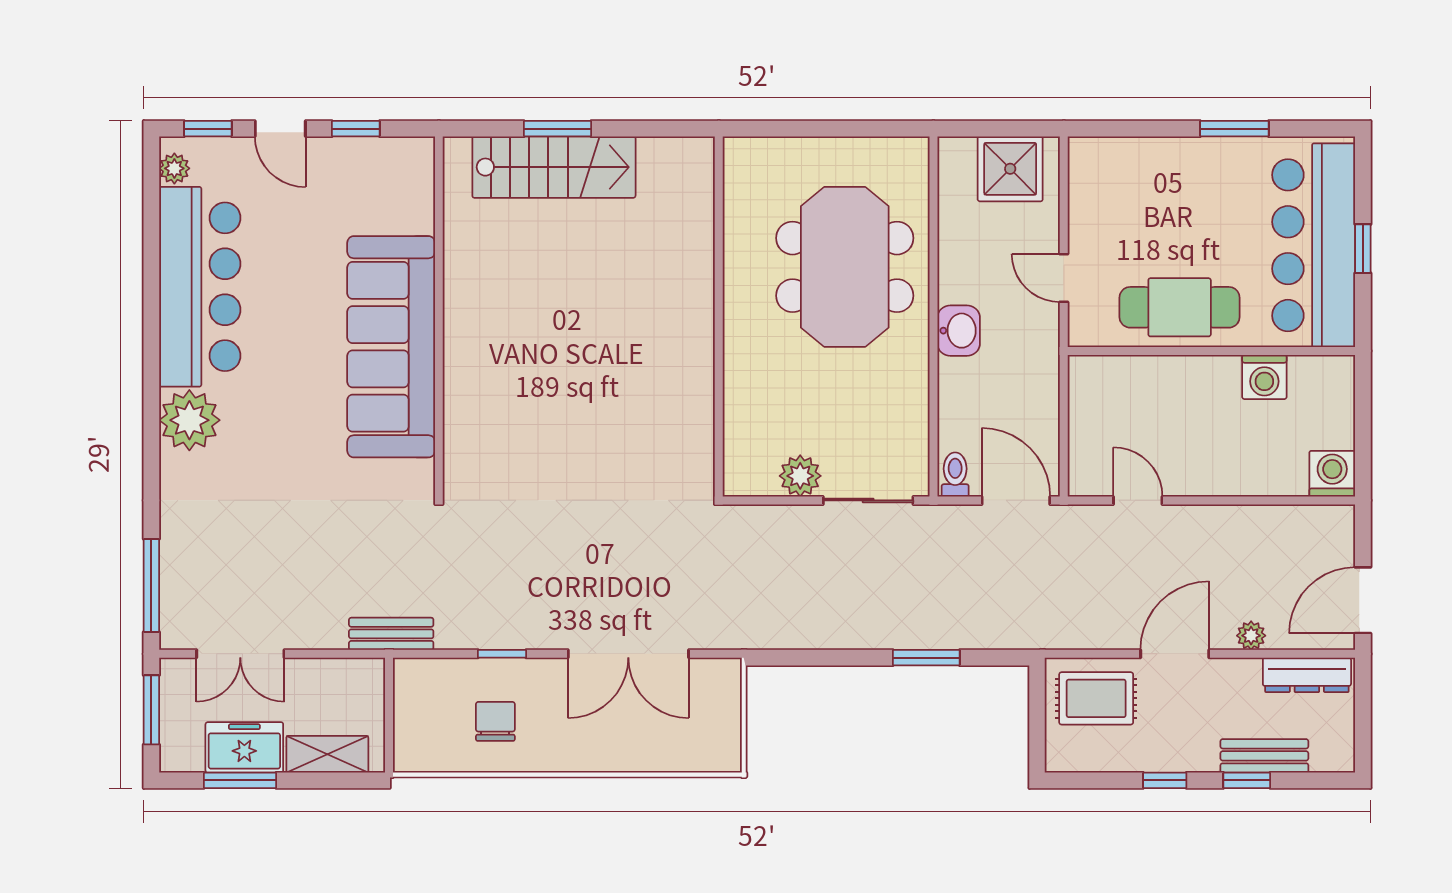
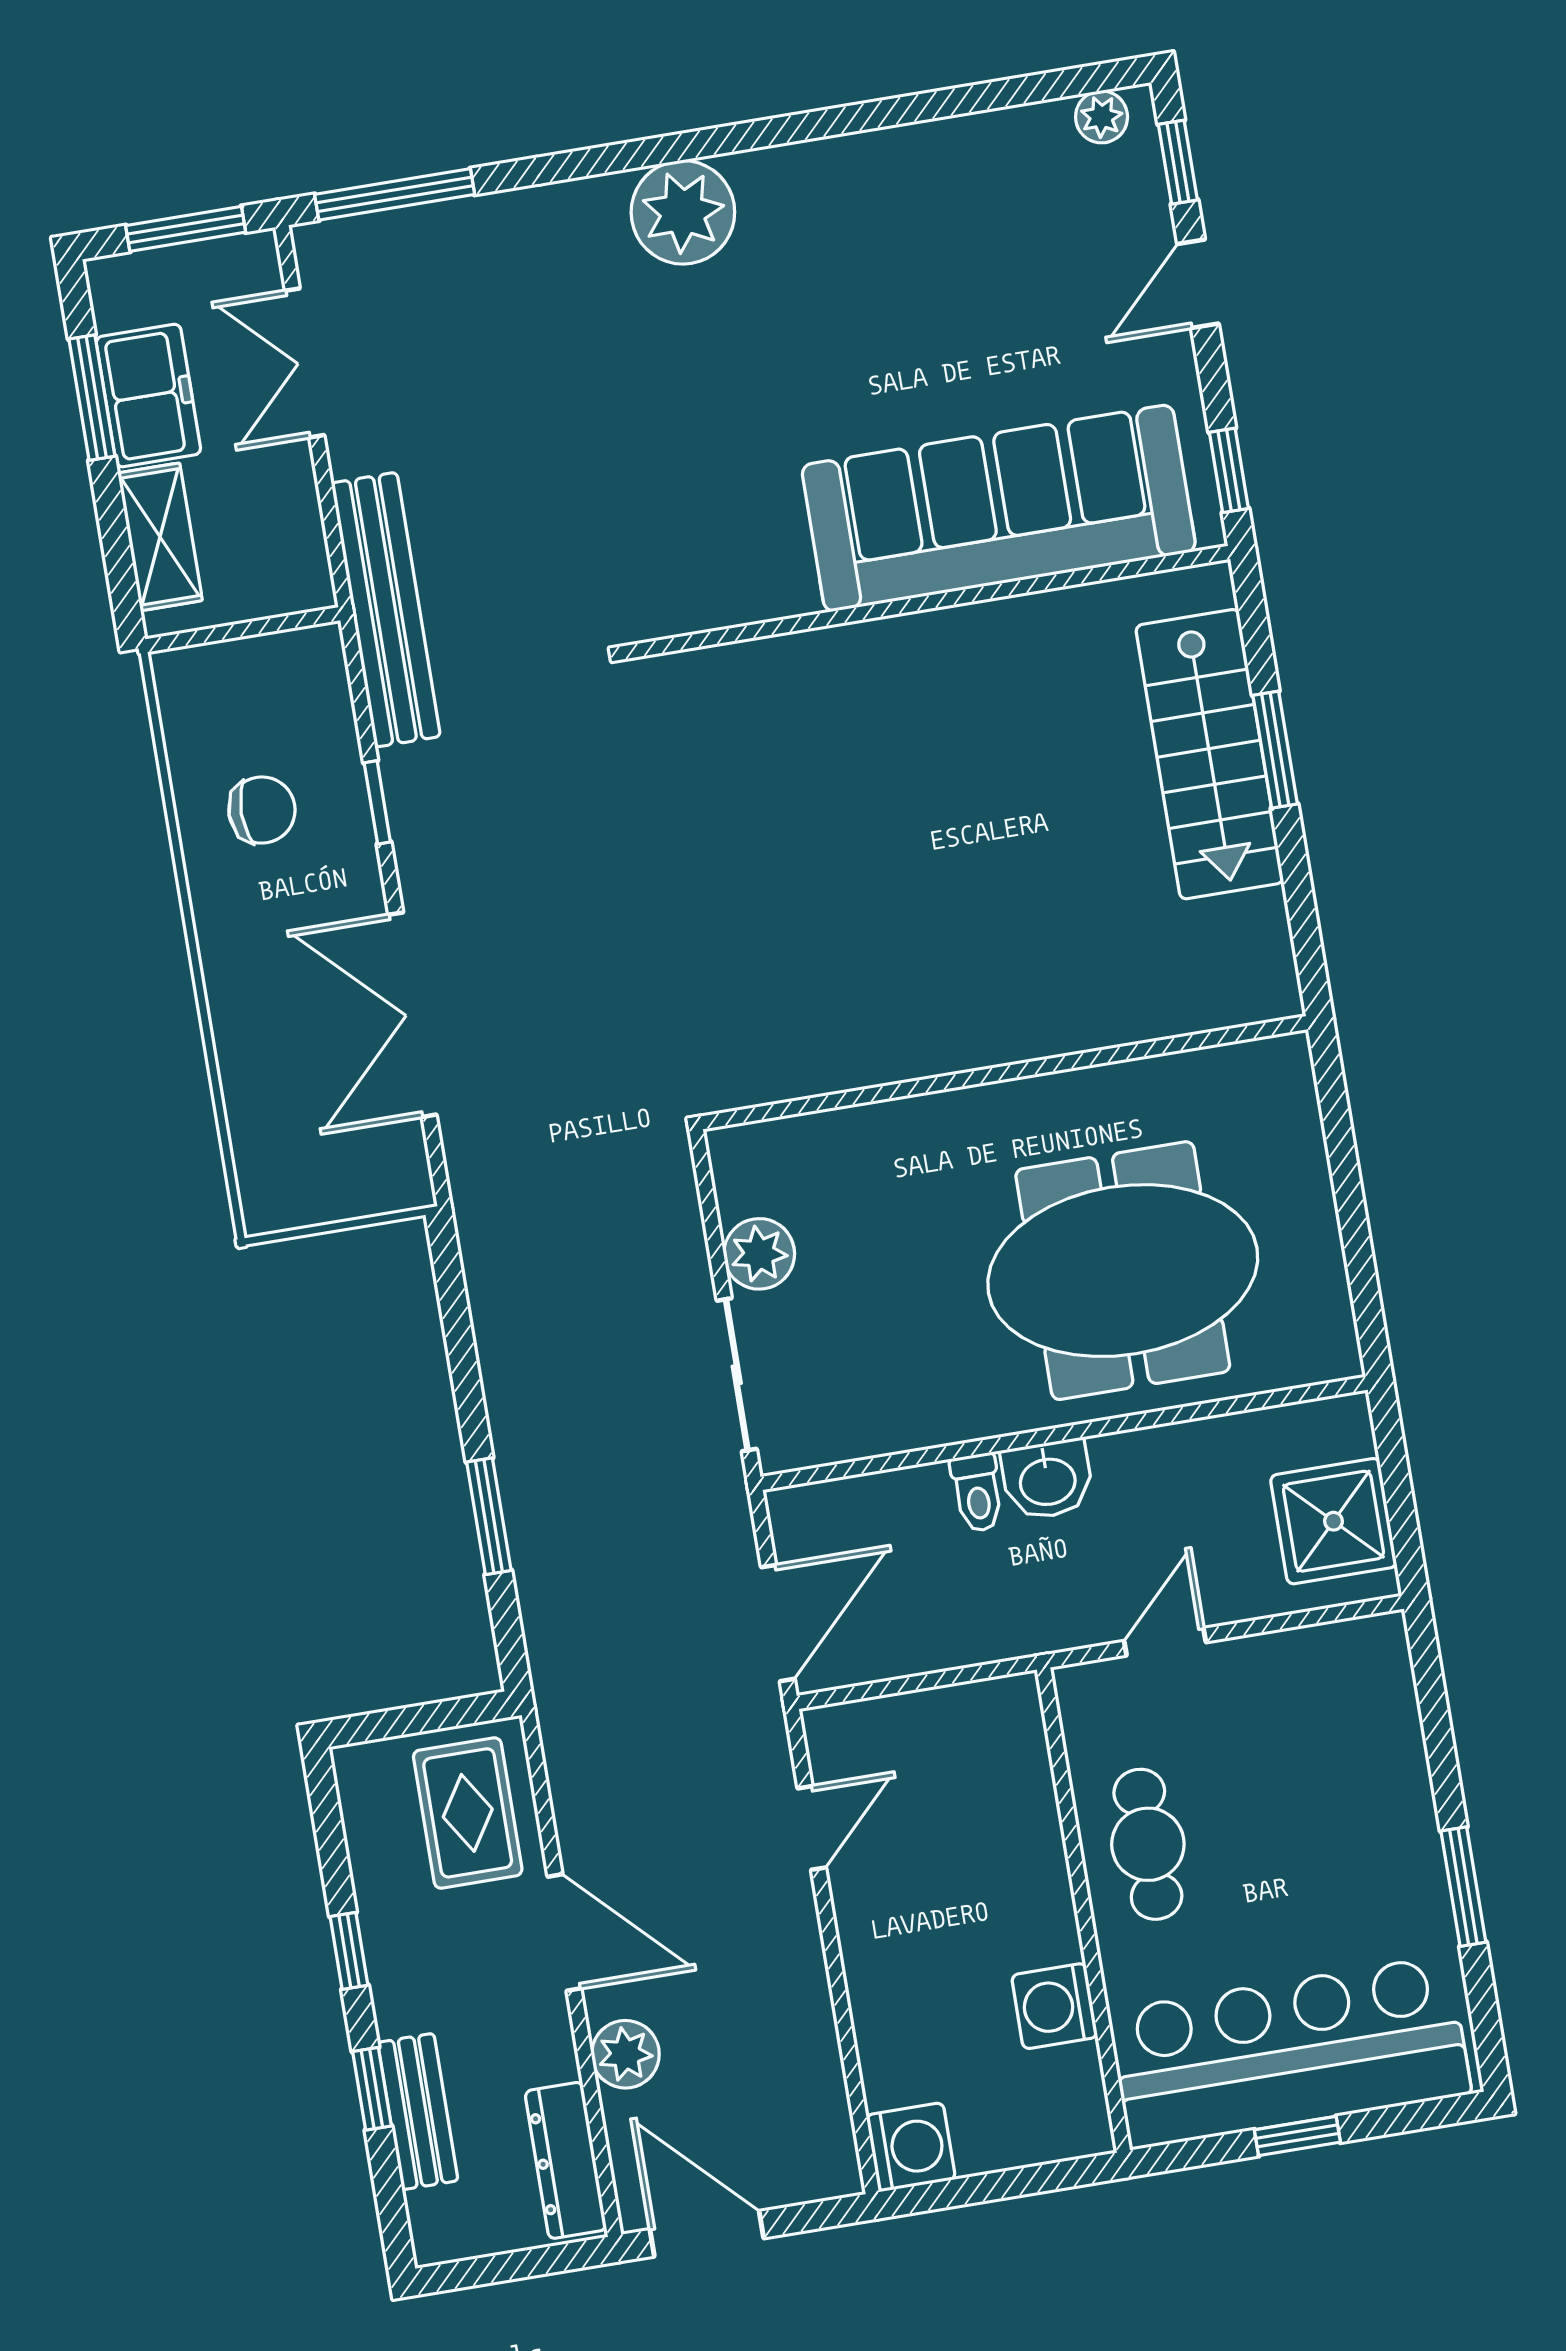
window: (356, 129) -> (1229, 470), moved
bar counter: (200, 287) -> (910, 193), removed
cafe table: (1180, 307) -> (1148, 1844), width x0.73, depth x0.74
sofa: (391, 347) -> (999, 508), moved
toilet: (955, 475) -> (977, 1493), moved, turned 90
bench: (391, 634) -> (386, 610), width x1.86, depth x1.21
plant: (1251, 636) -> (625, 2054), width x1.38, depth x1.38

